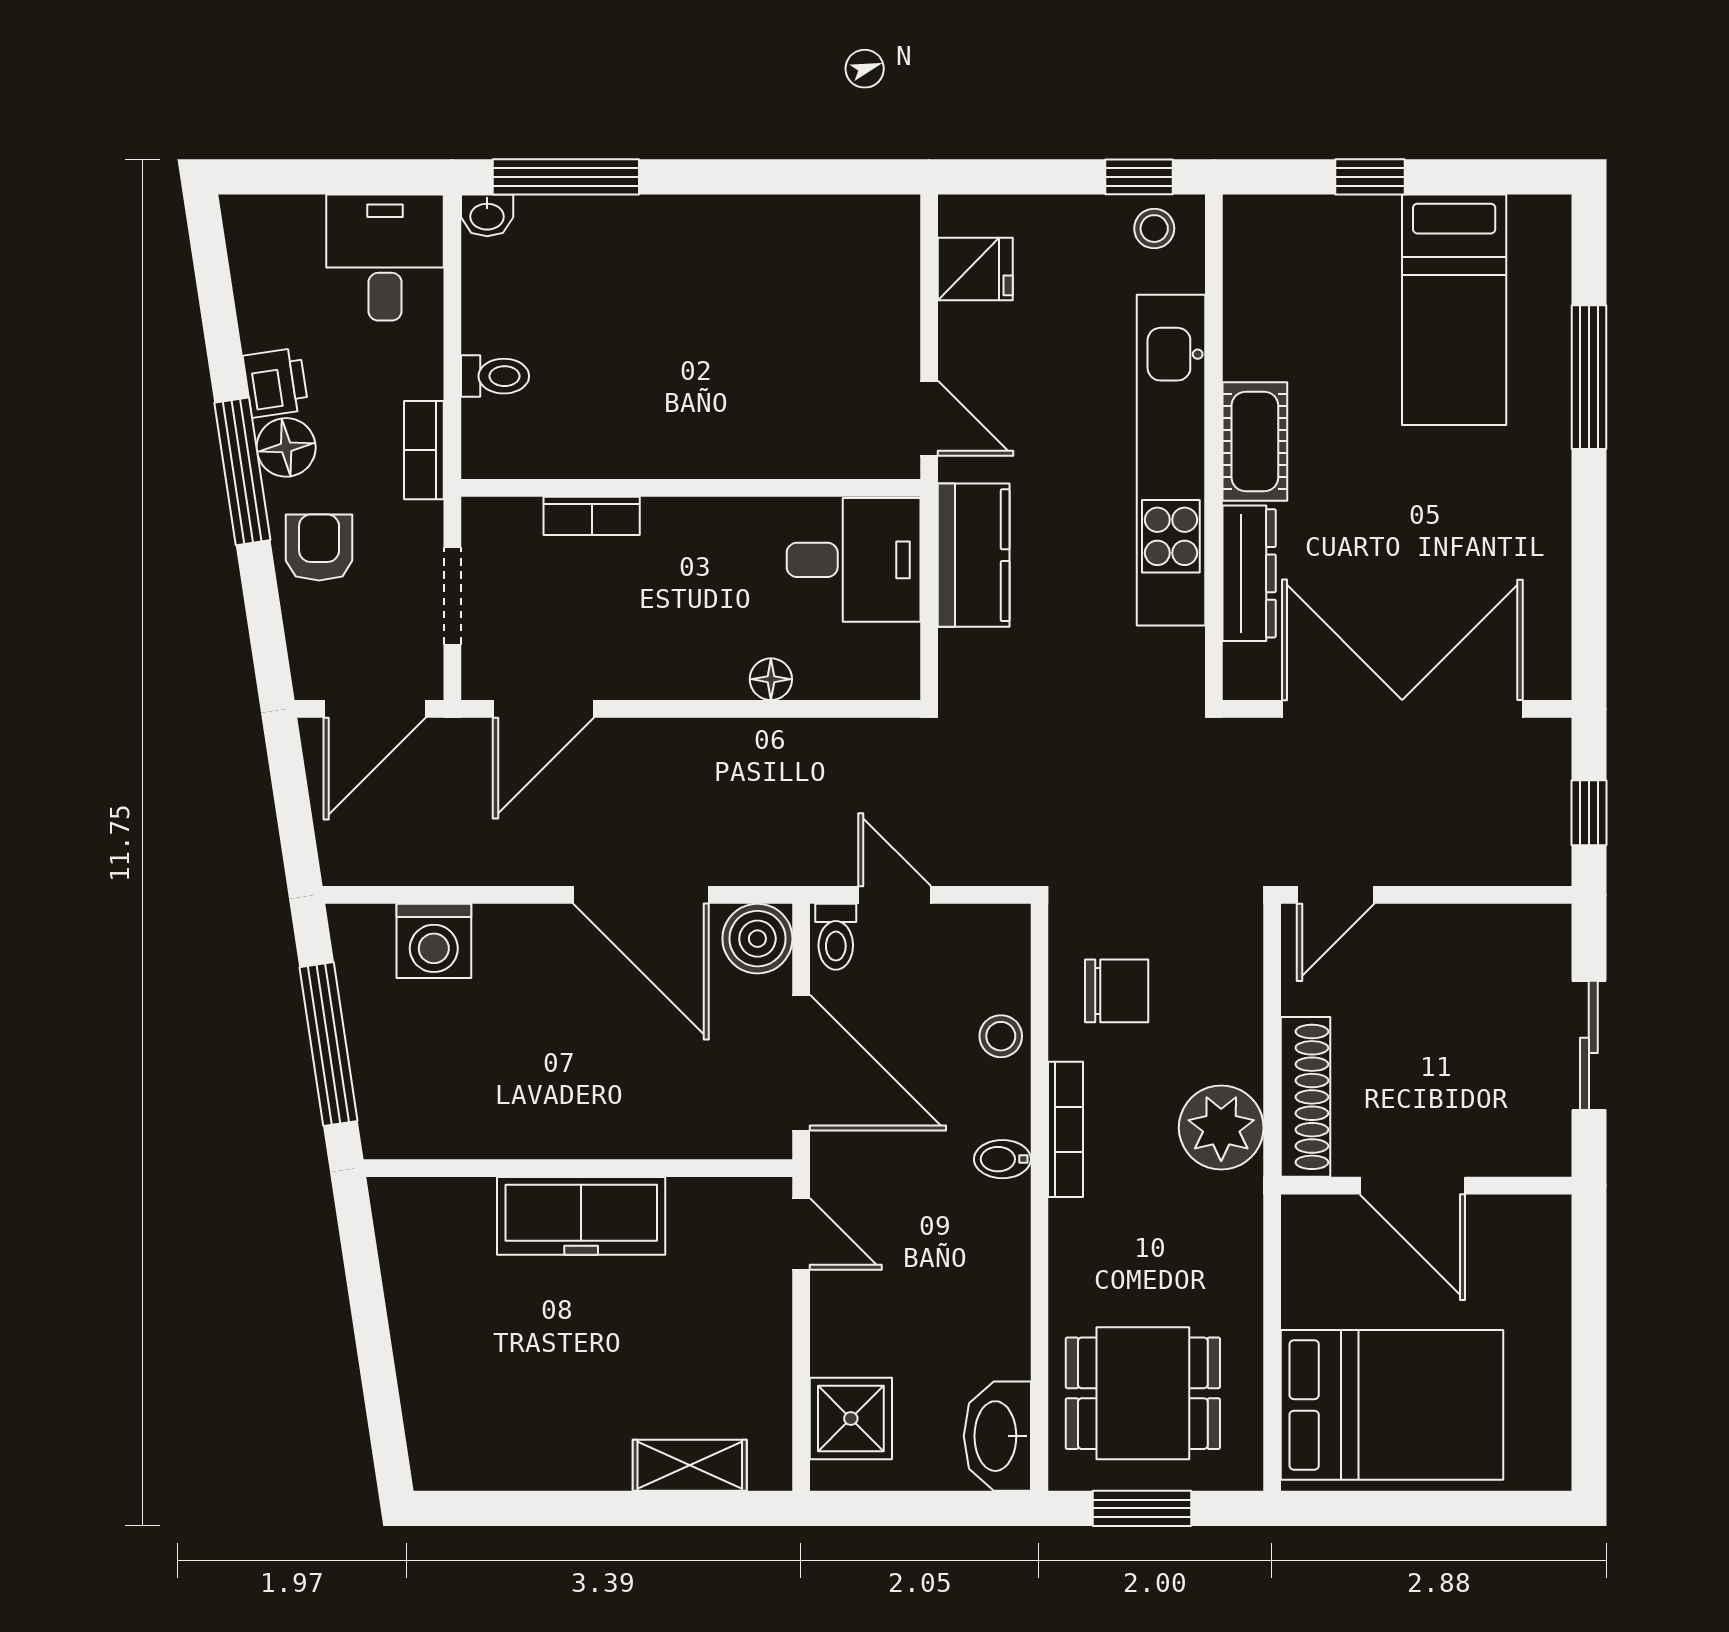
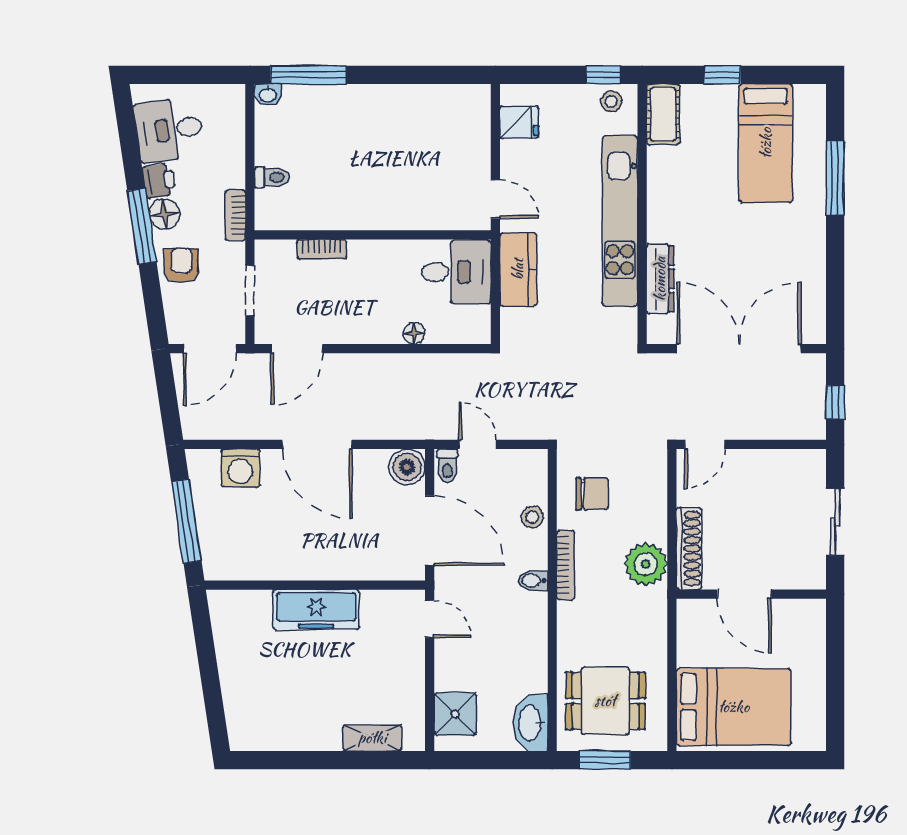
desk: (385, 257) -> (169, 130), moved, turned -99
cot: (1255, 441) -> (663, 114), moved
door: (641, 895) -> (317, 444), moved

